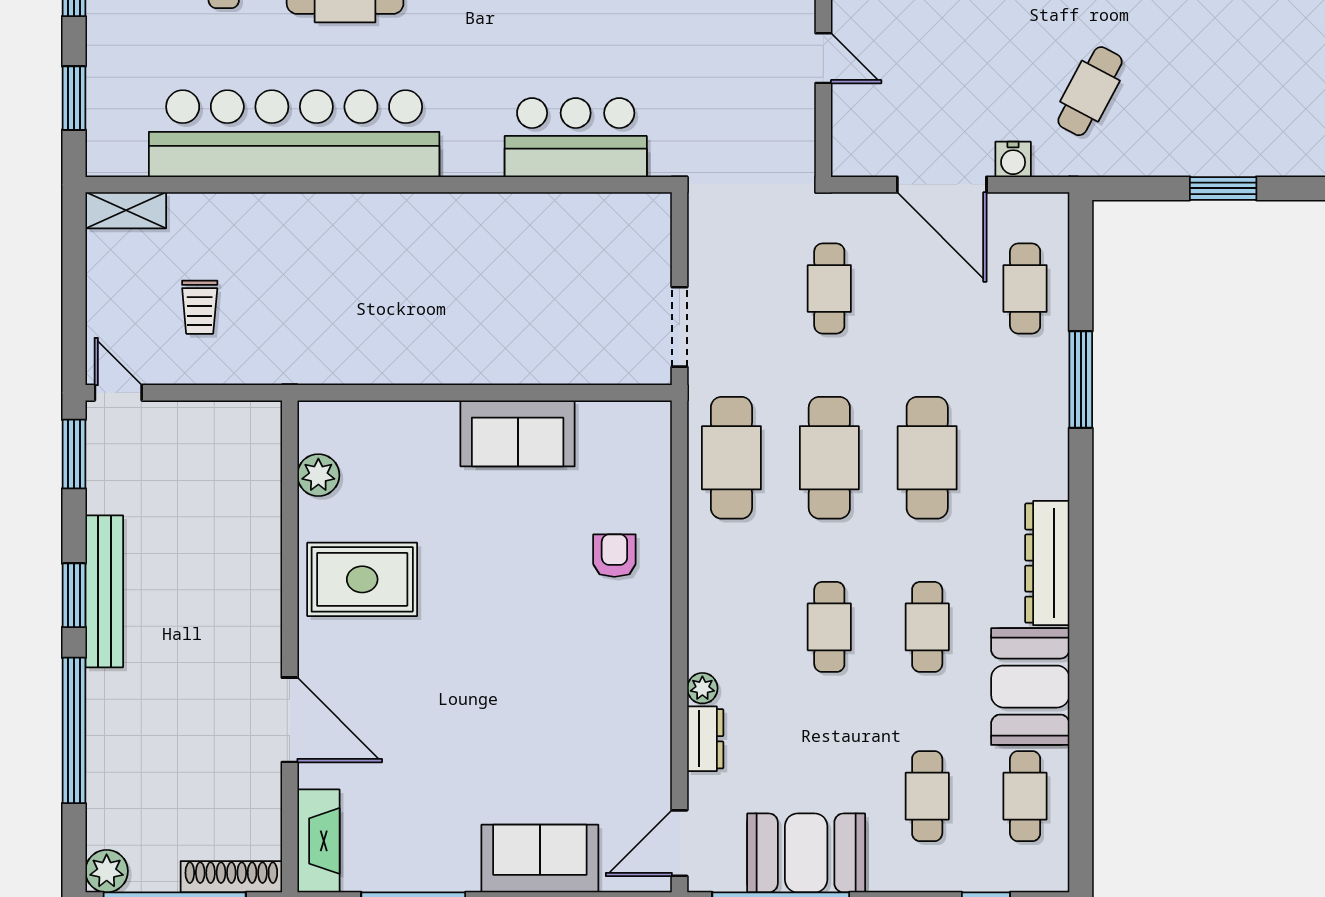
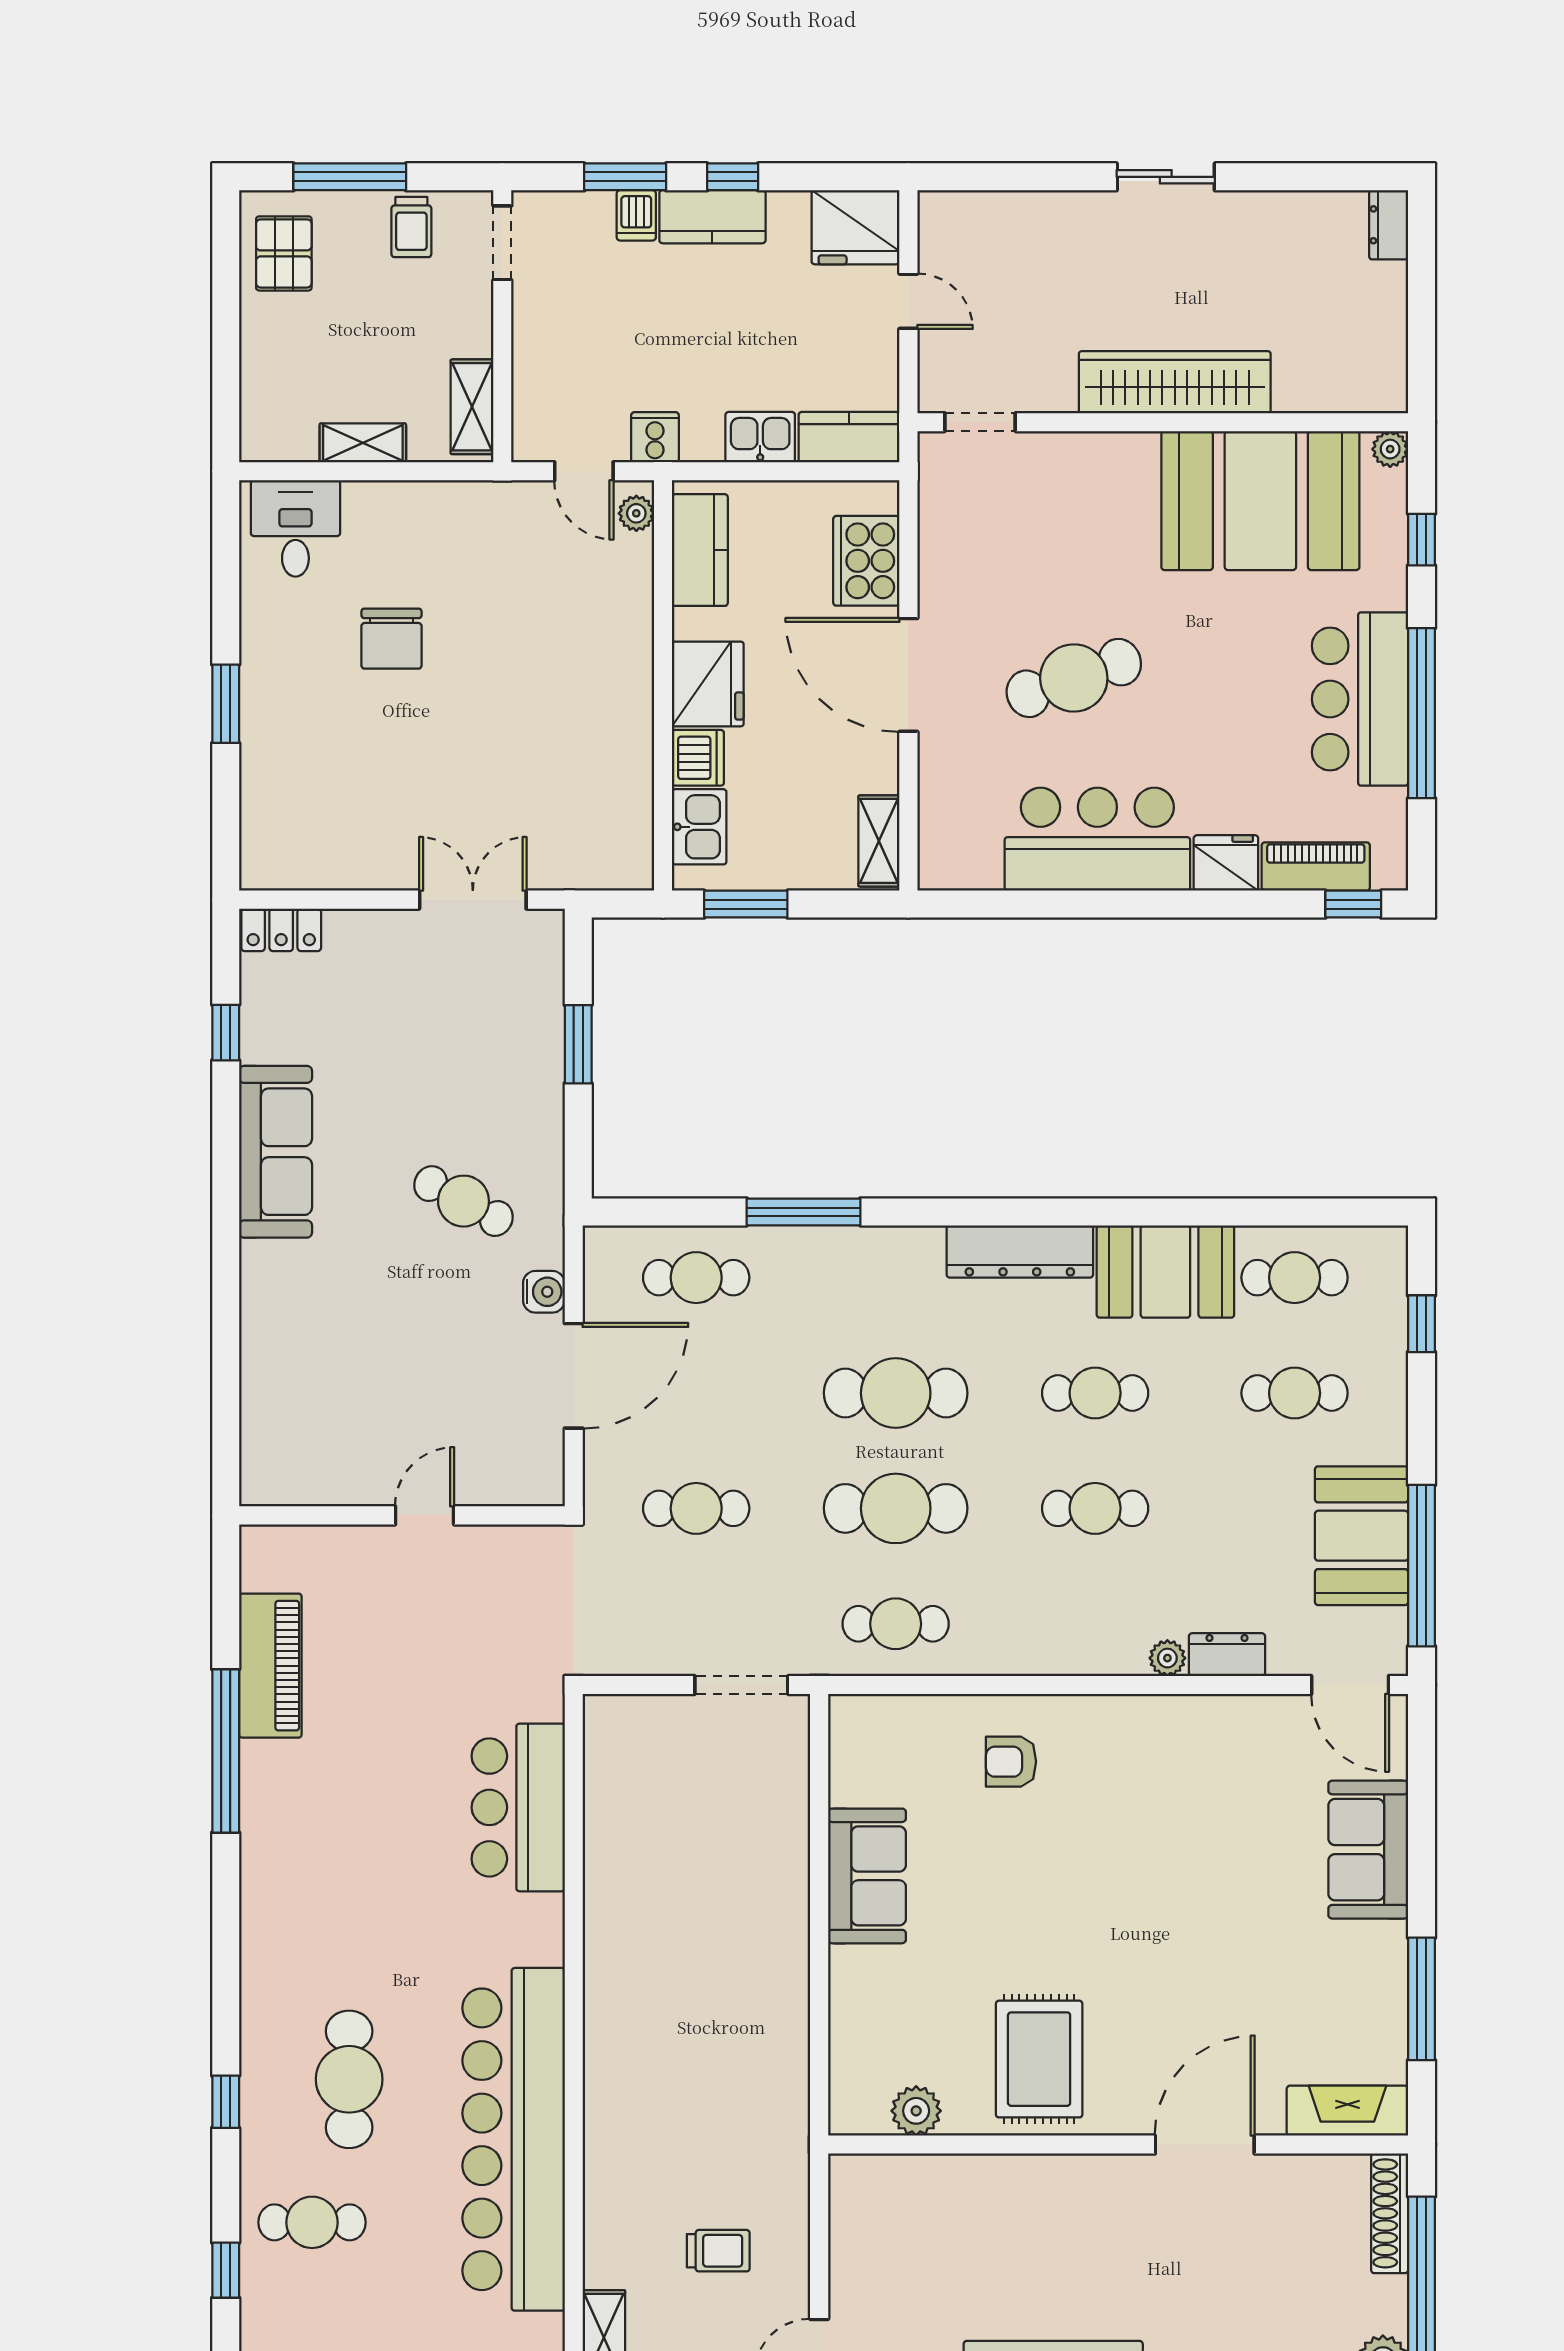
cafe table: (731, 458) -> (896, 1624), width x0.73, depth x0.74

